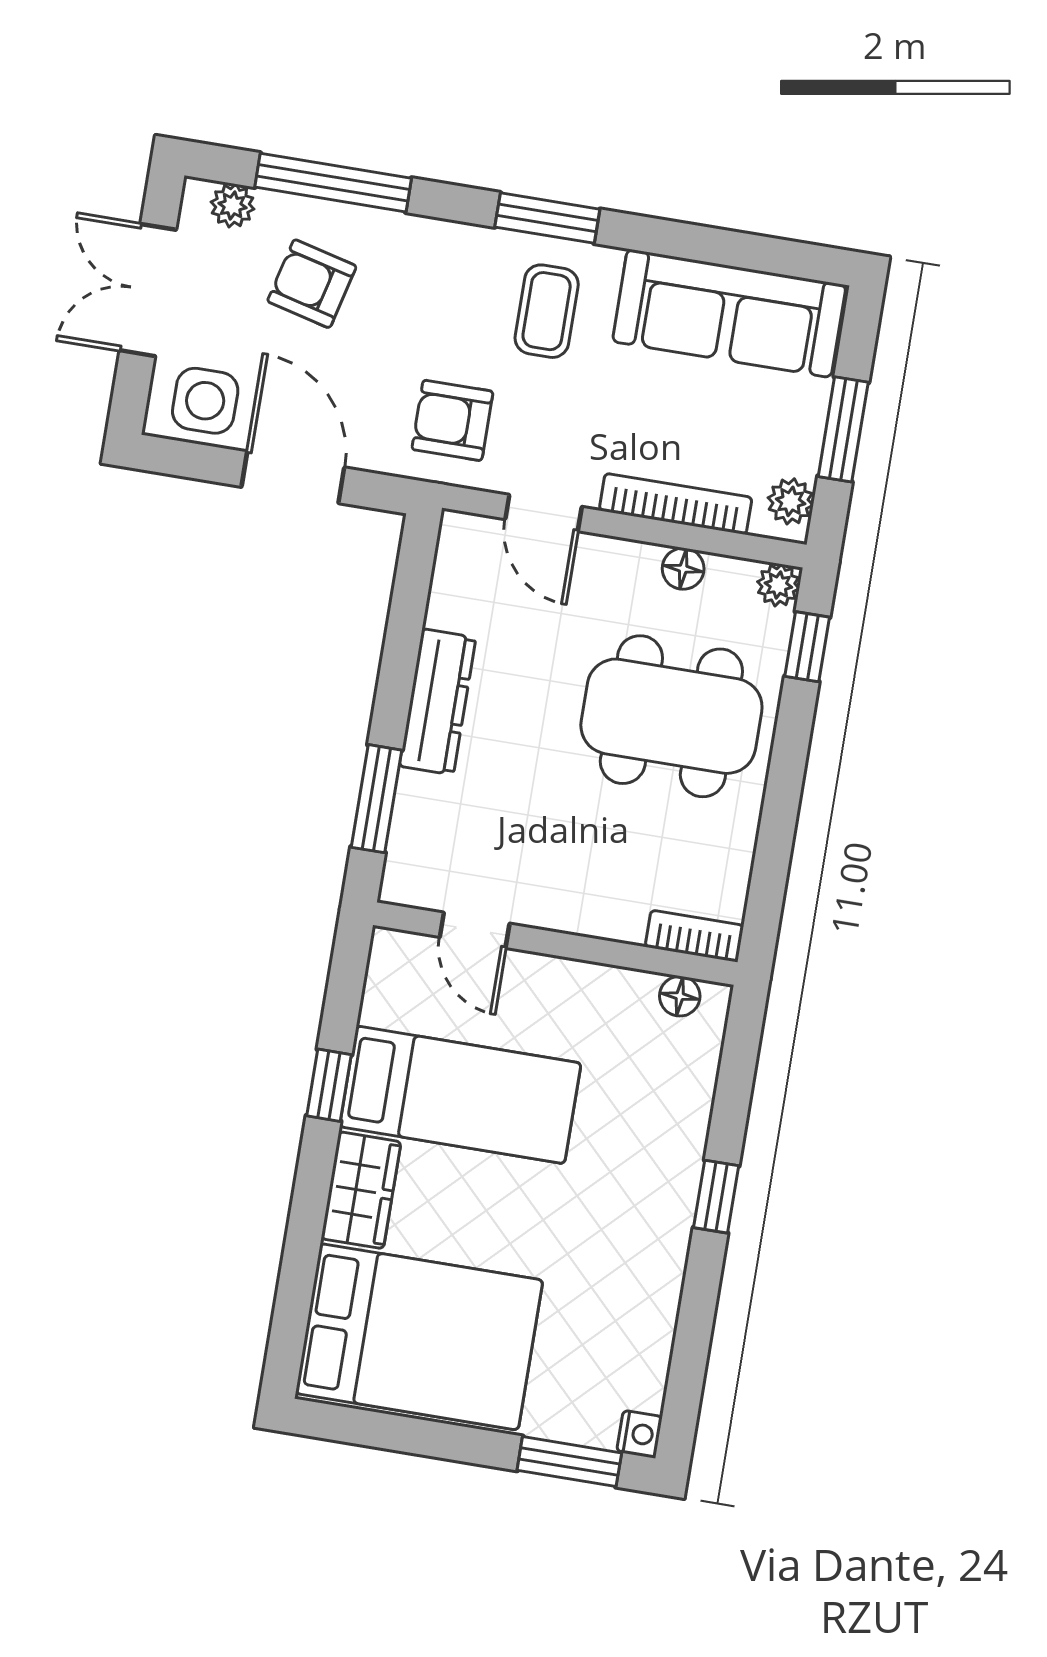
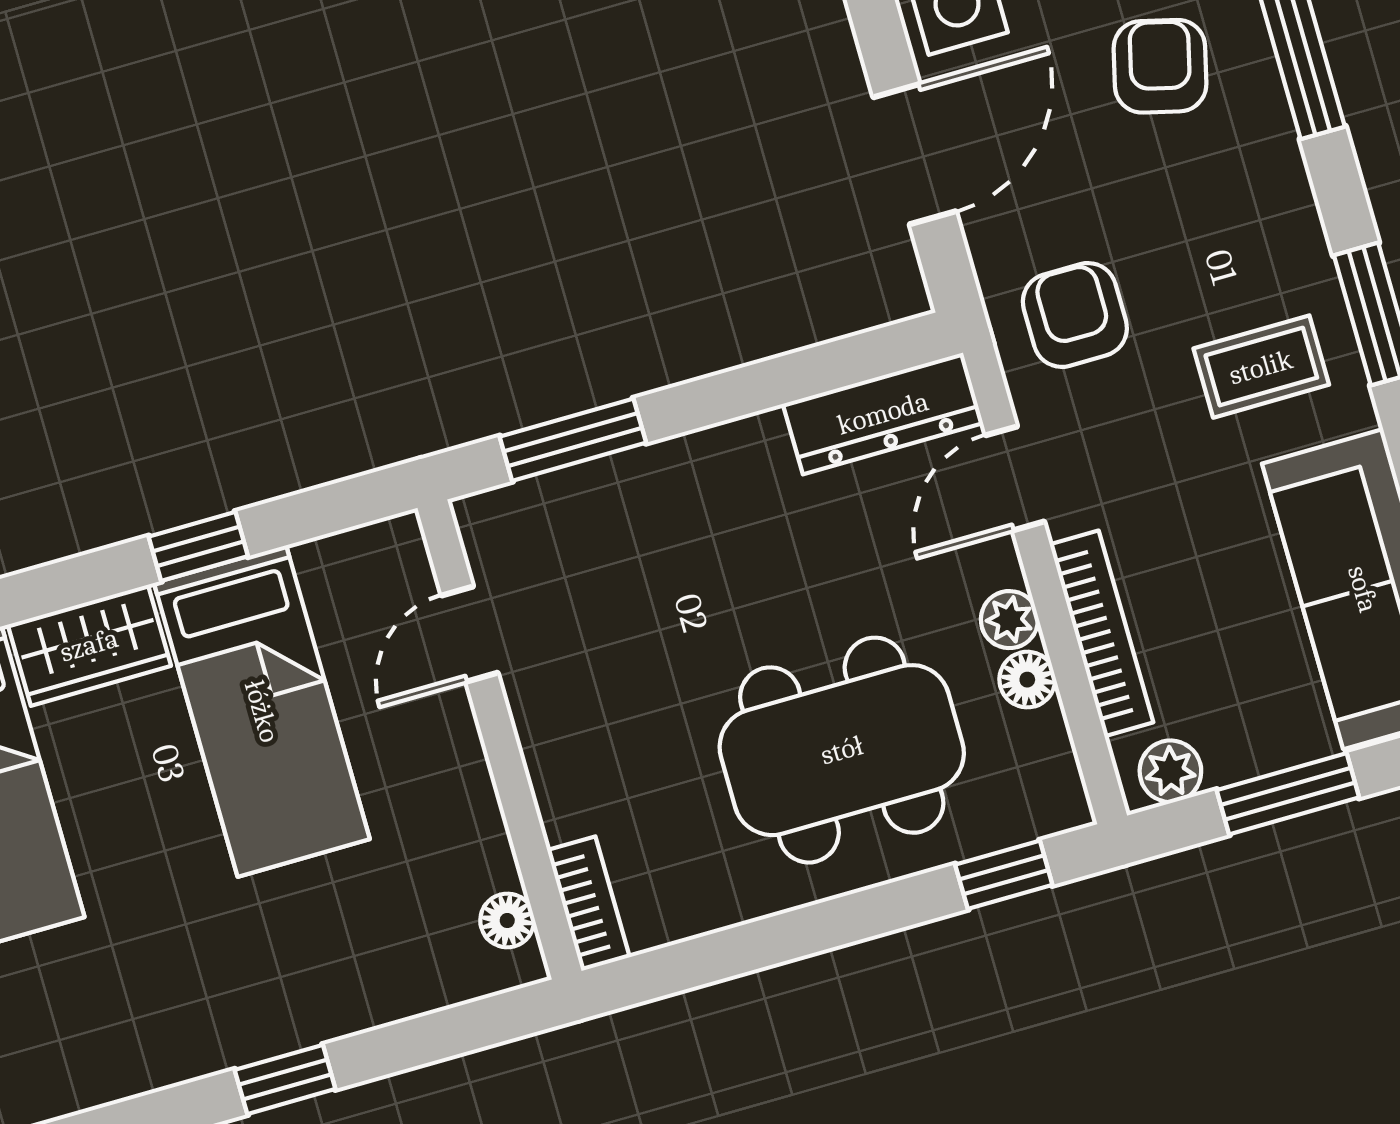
plant: (778, 585) -> (1009, 620), moved
dresser: (438, 702) -> (883, 413), moved
dining table: (671, 716) -> (842, 750), turned 90

